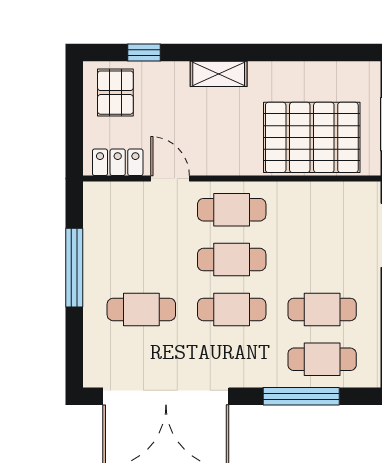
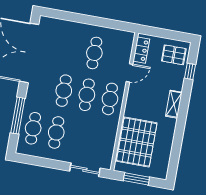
window: (74, 268) -> (96, 21), removed
cafe table: (141, 309) -> (94, 53), moved

